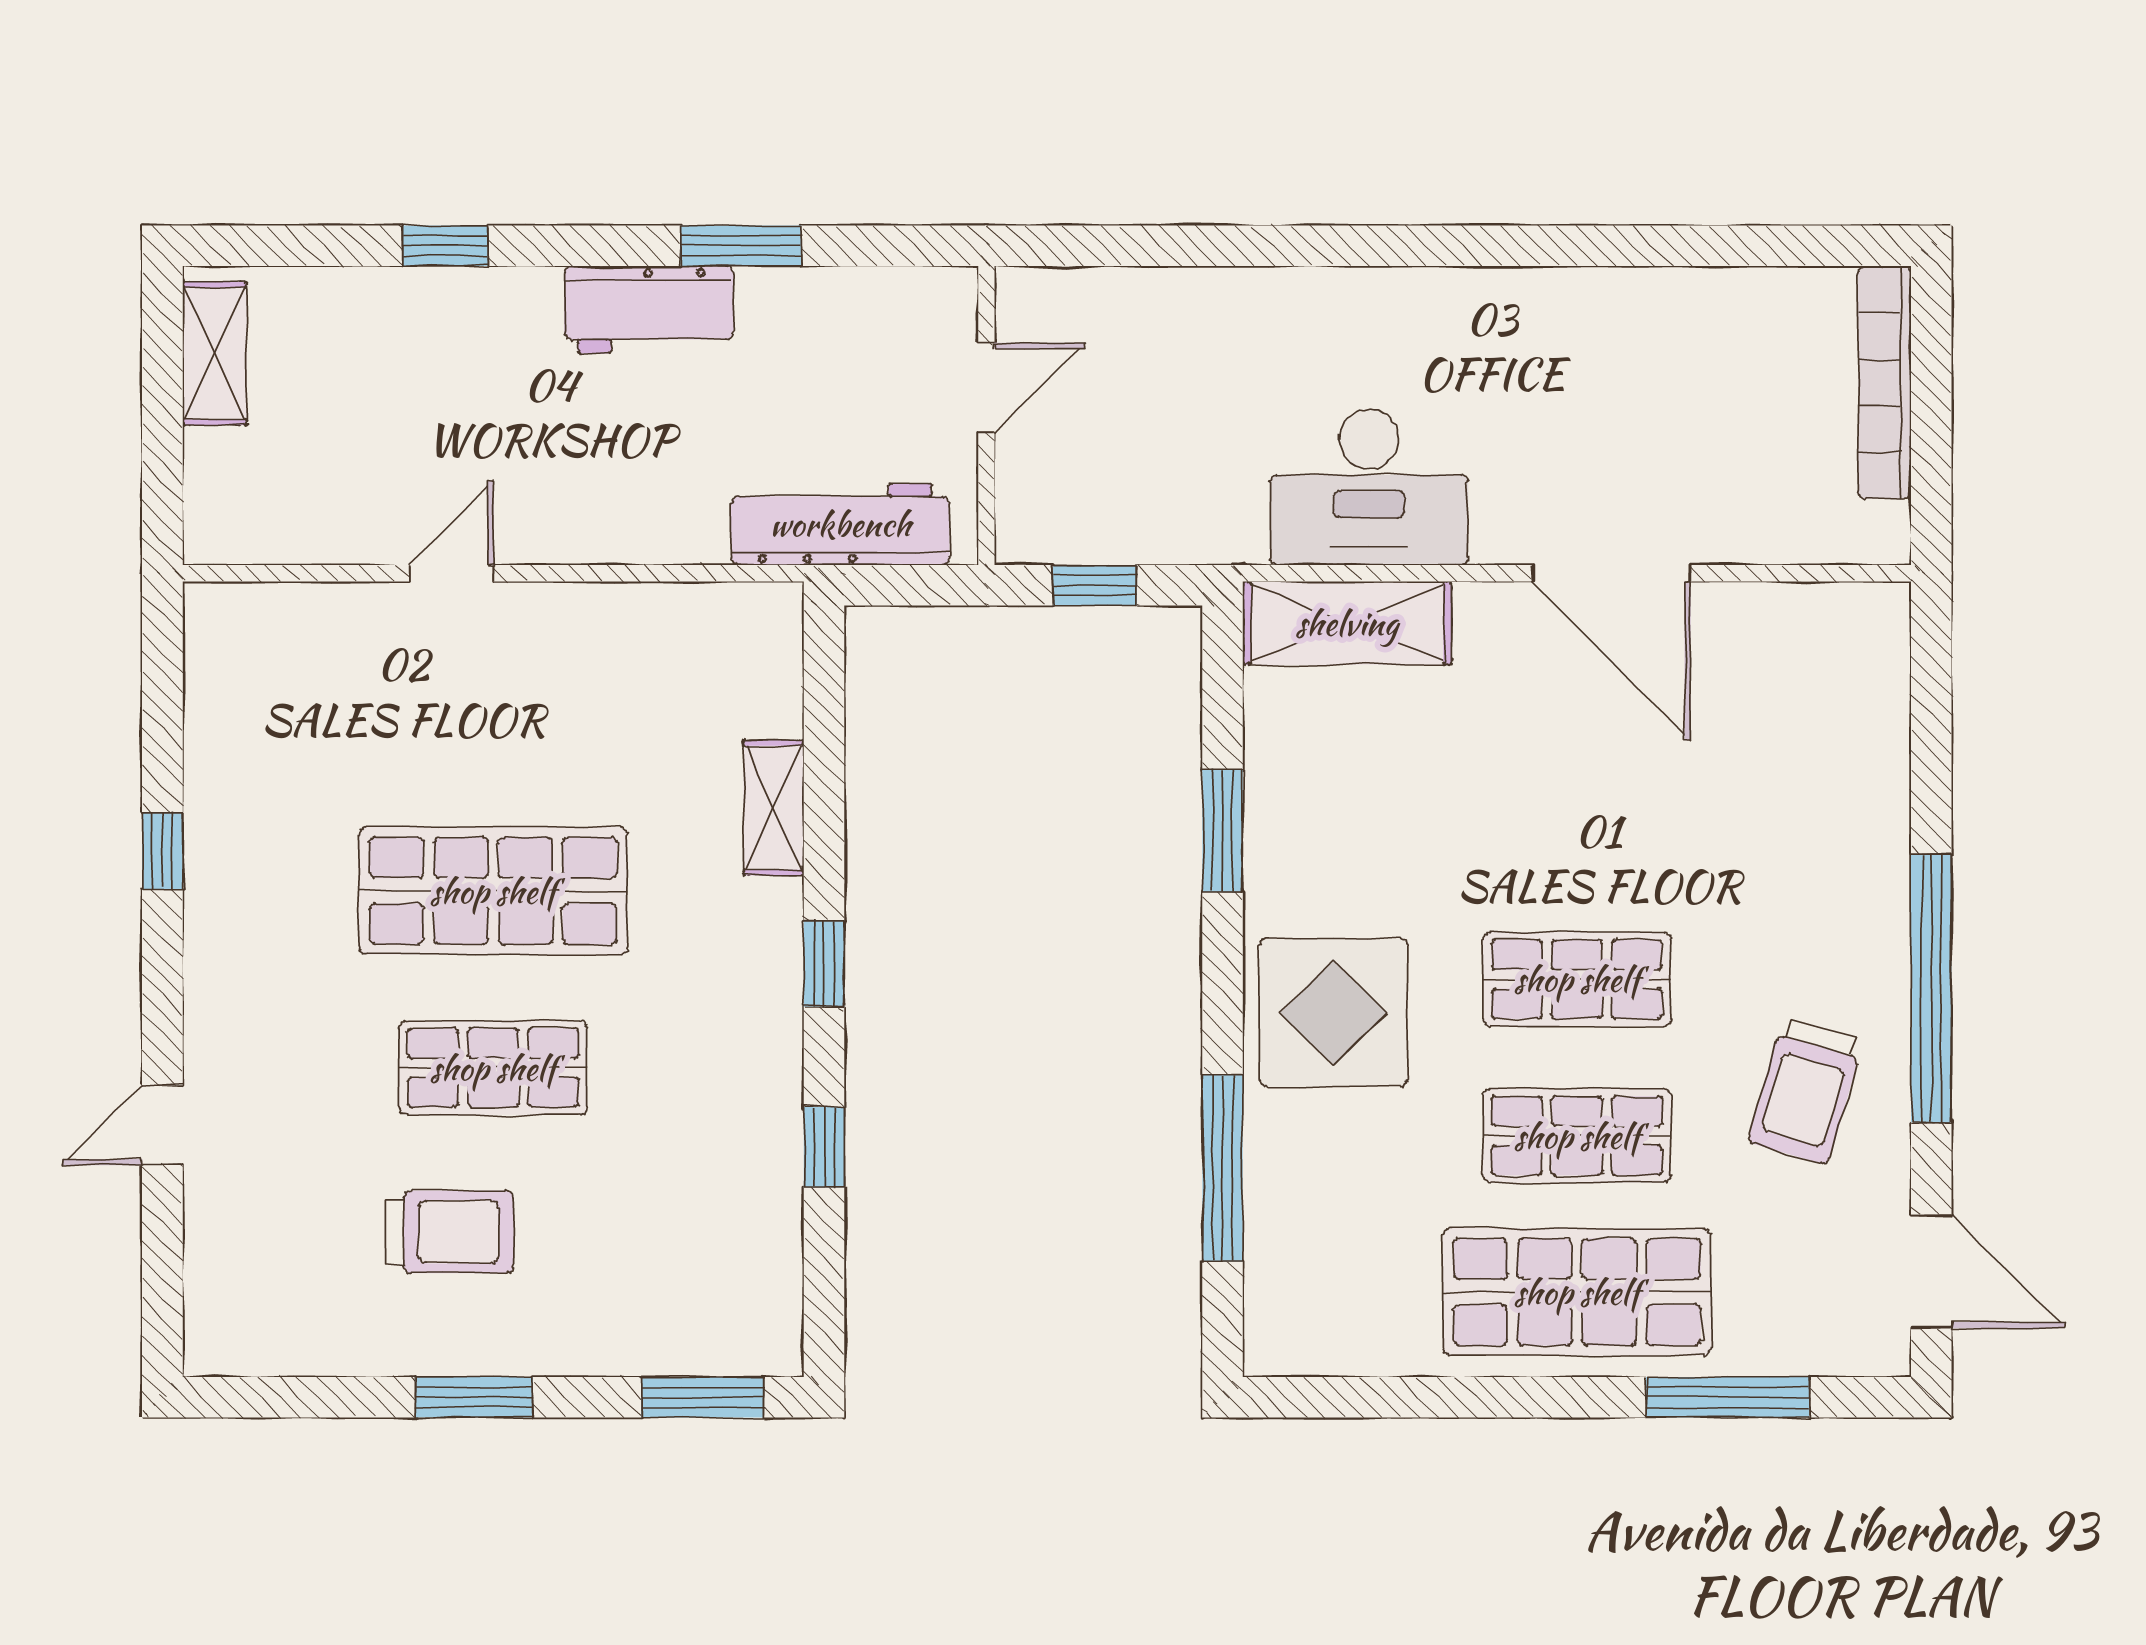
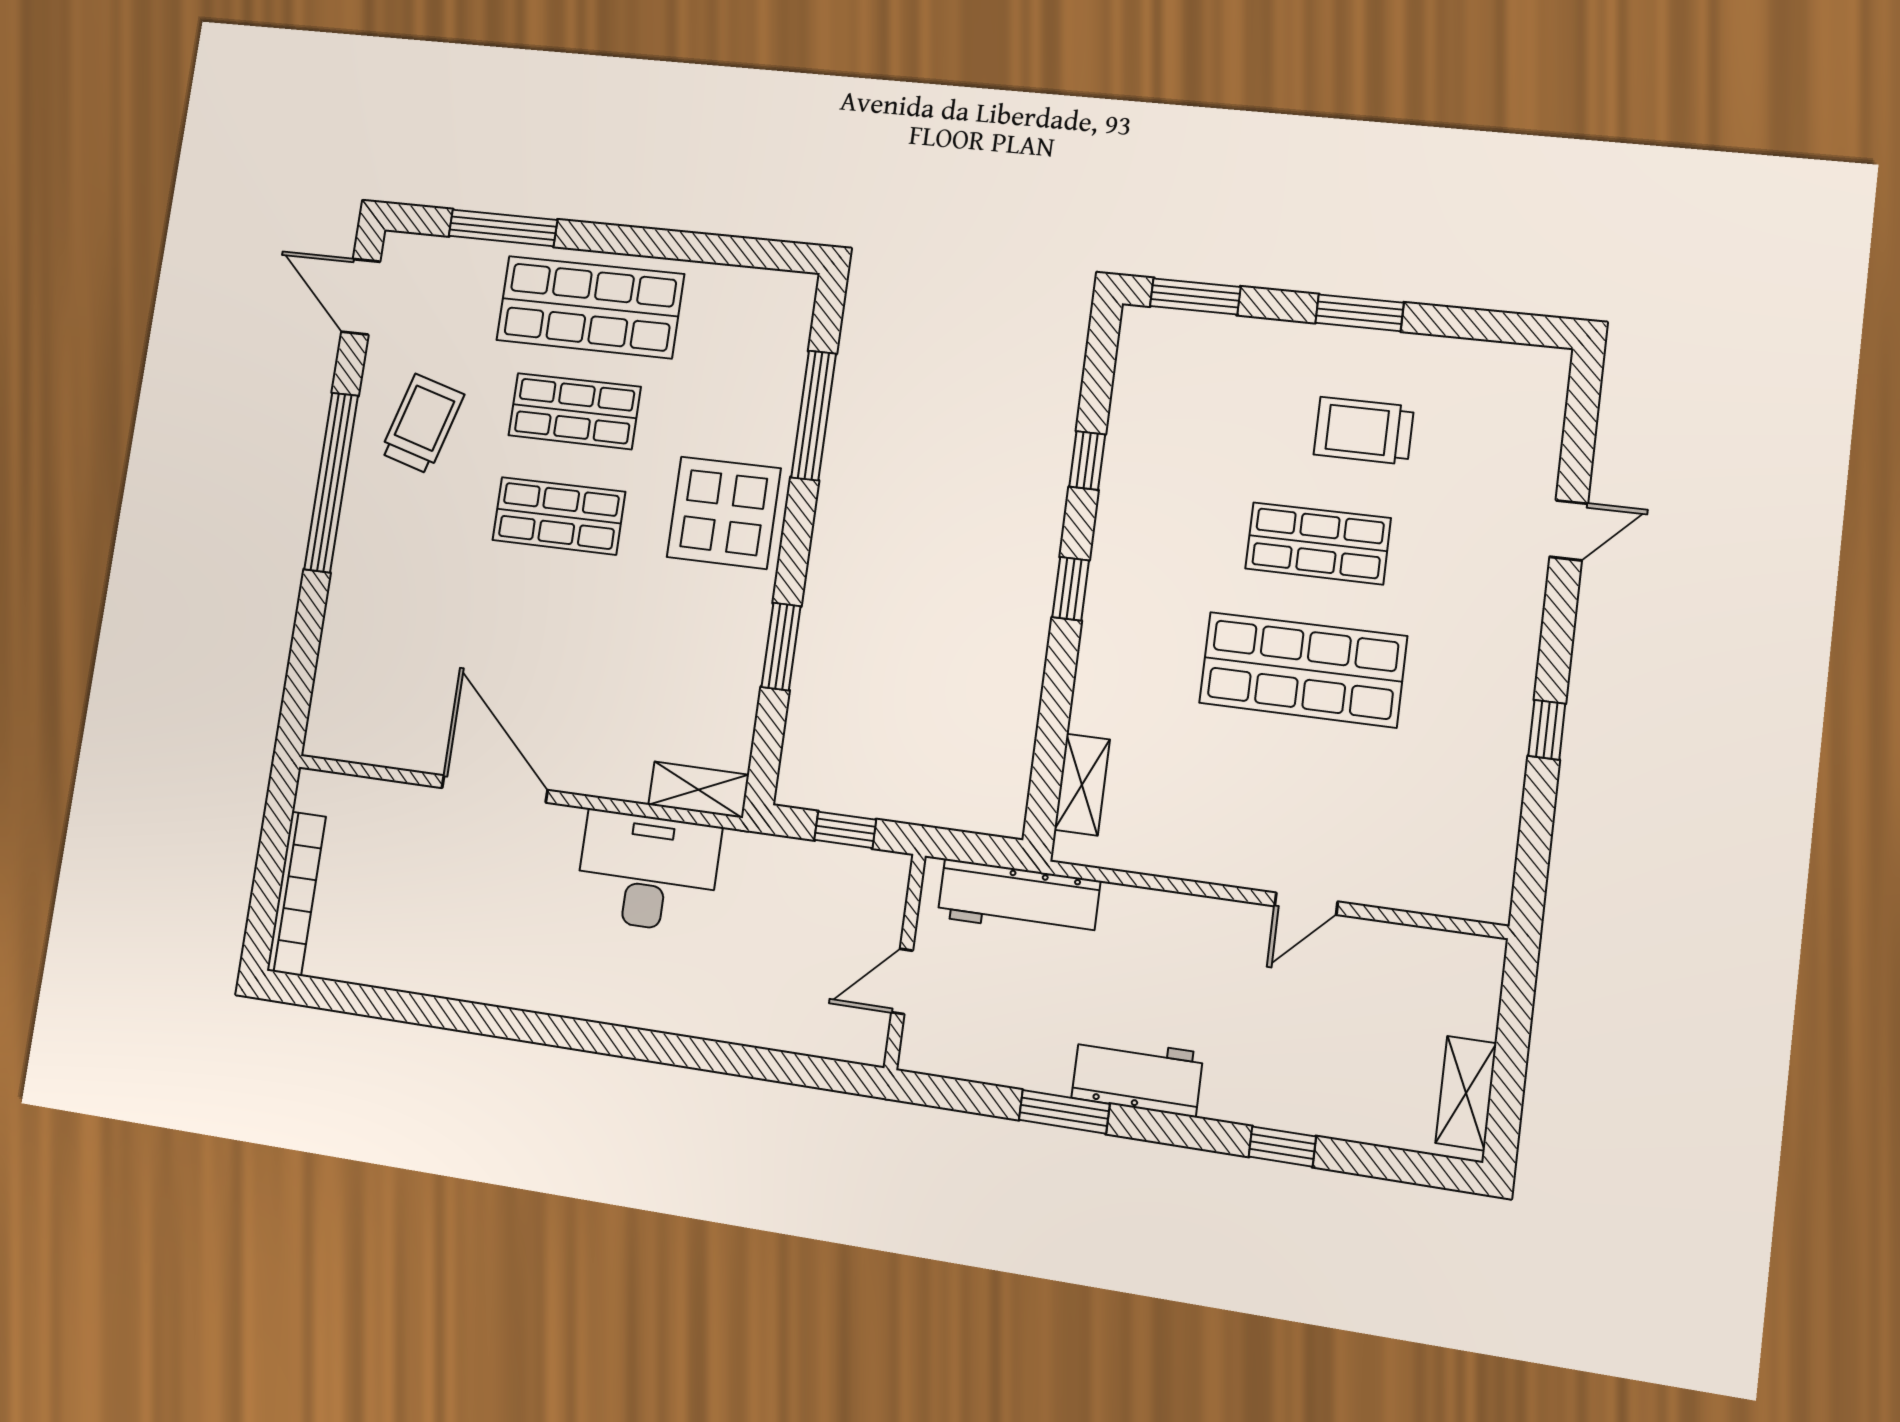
shelving: (1347, 623) -> (699, 790), width x0.67, depth x0.75
shelving: (773, 808) -> (1082, 785), moved

